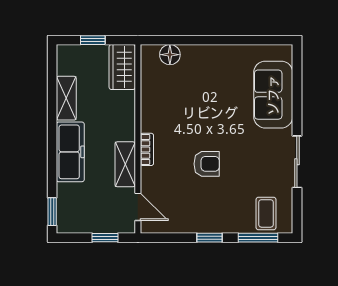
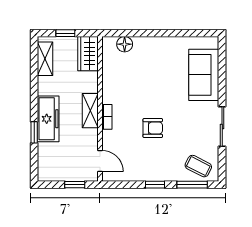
shelving: (66, 98) -> (45, 59), moved
shelving: (125, 164) -> (90, 111), moved
window: (52, 212) -> (34, 132), moved
coffee table: (266, 213) -> (198, 166), turned -63

